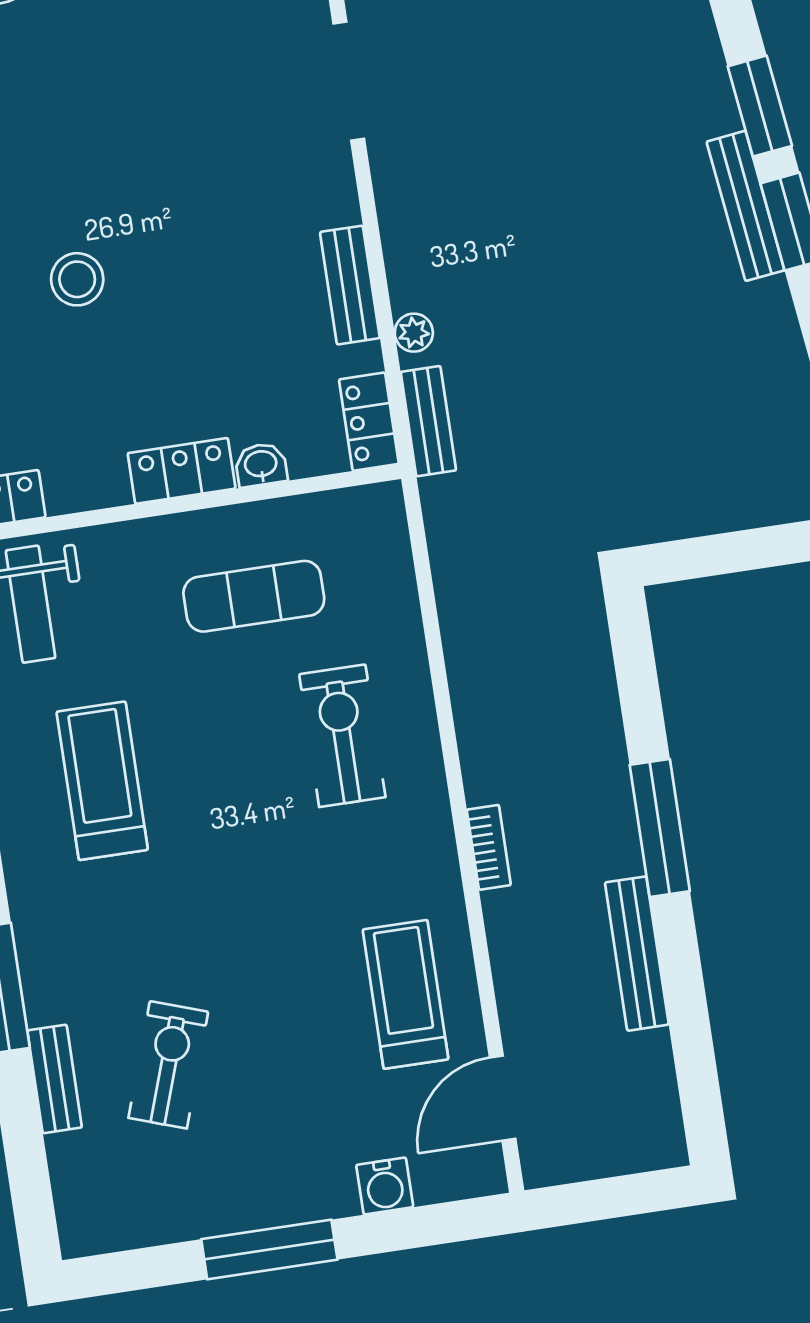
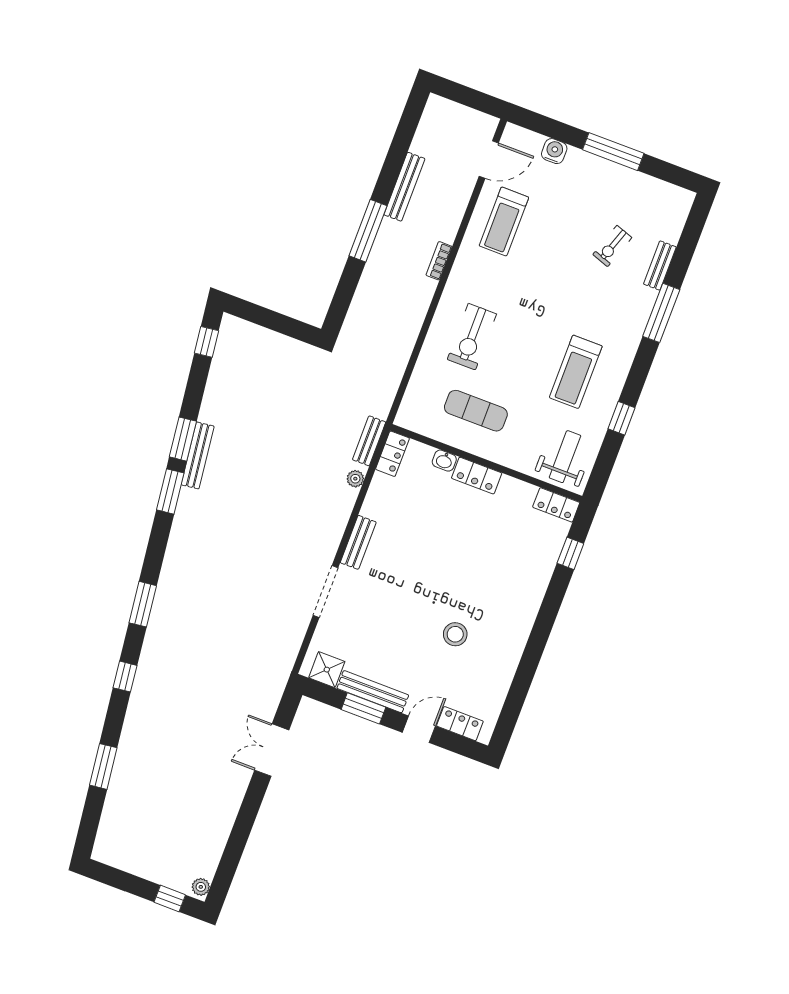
stool: (77, 279) -> (455, 634), moved
bench: (350, 285) -> (358, 542), moved
exercise bike: (168, 1065) -> (612, 246), width x0.73, depth x0.72

